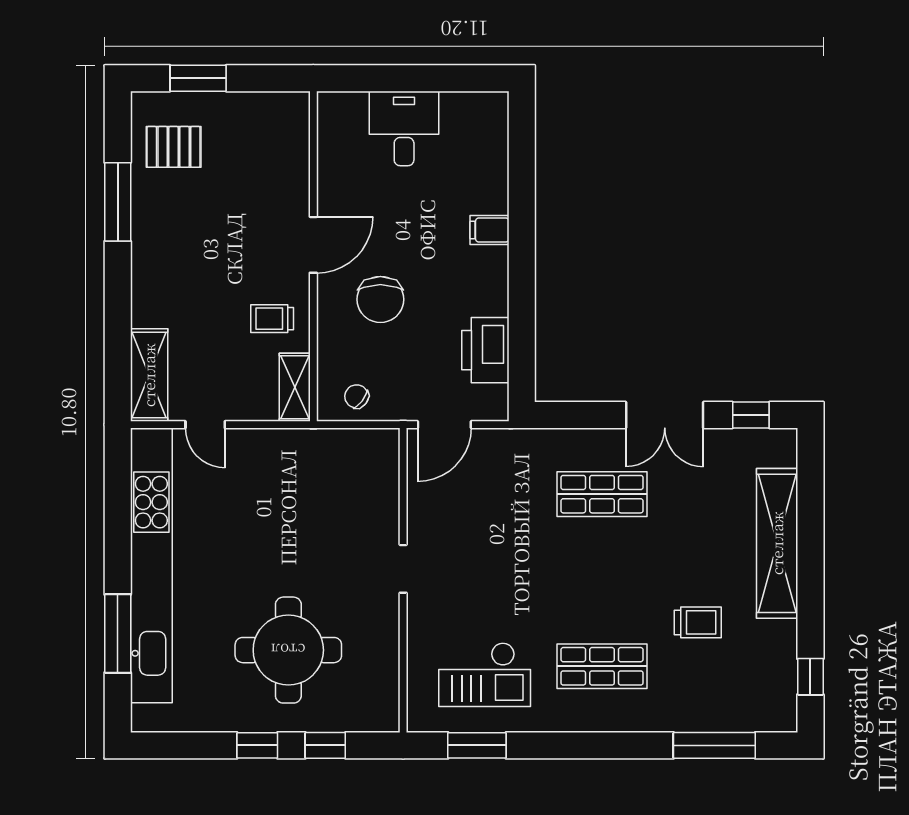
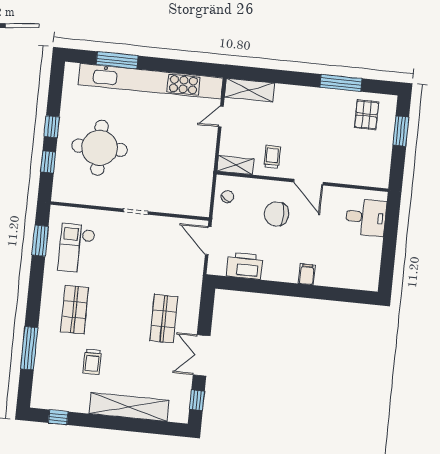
desk: (404, 128) -> (366, 217), moved
window: (714, 745) -> (29, 348), moved

